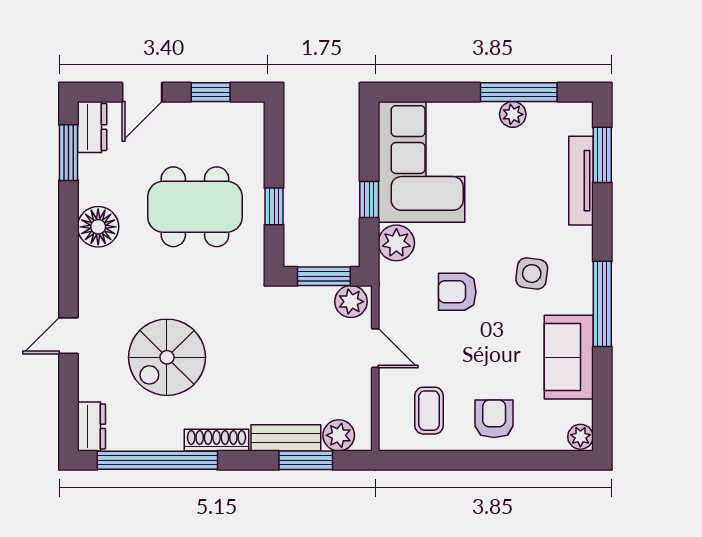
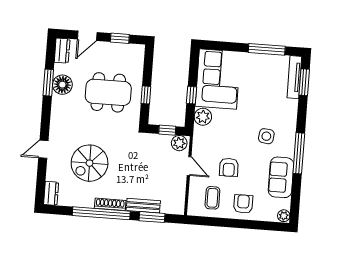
plant: (513, 114) -> (263, 60), removed
window: (68, 153) -> (48, 83), moved
tv unit: (581, 181) -> (294, 77), moved
floor lamp: (98, 227) -> (62, 85), moved
window: (324, 276) -> (167, 130), width x0.67
armchair: (457, 292) -> (229, 167), moved, turned -91
plant: (339, 435) -> (169, 206), removed
window: (157, 460) -> (101, 213), moved

